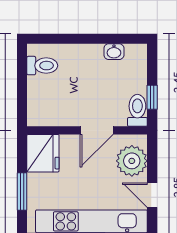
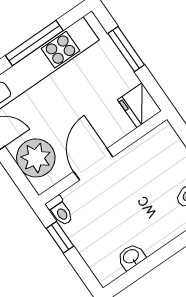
toilet: (137, 110) -> (60, 211), width x0.73, depth x0.72
fridge: (43, 153) -> (140, 105), width x0.73, depth x0.75

